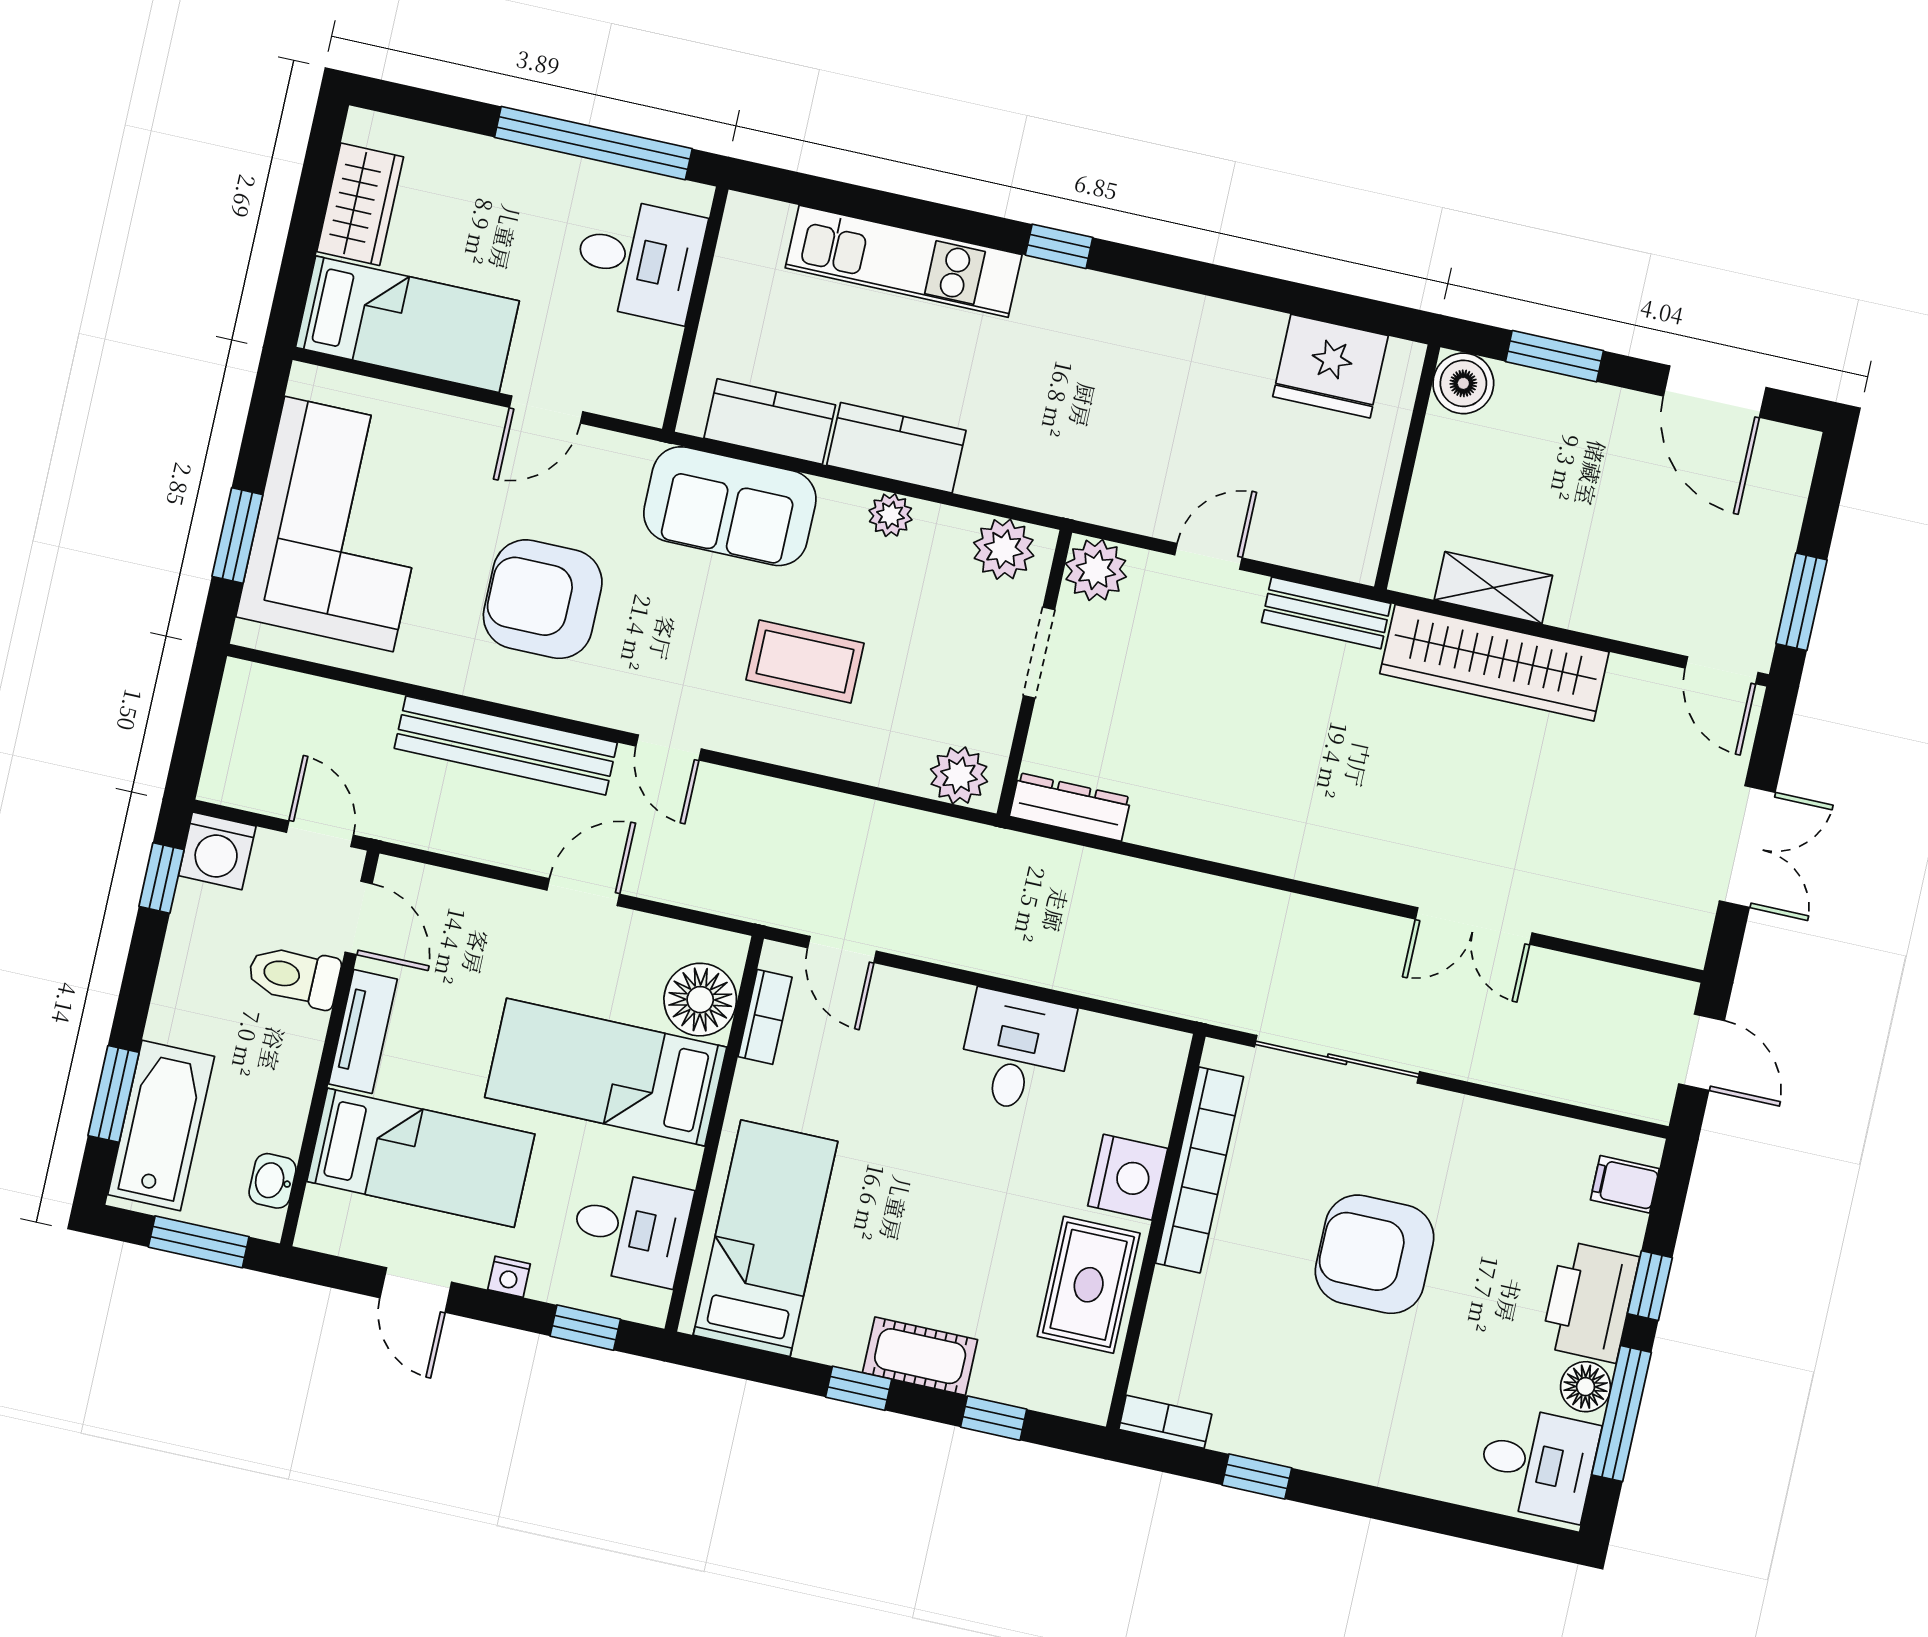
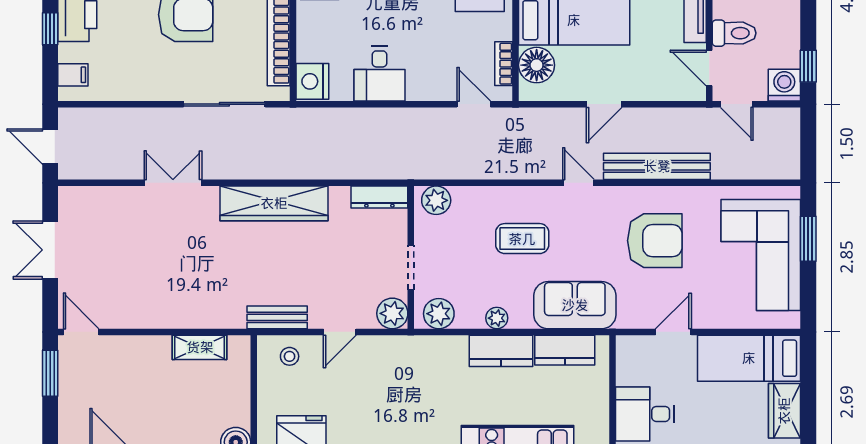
stool: (1319, 530) -> (290, 356), added
wardrobe: (1494, 663) -> (274, 203), moved, turned 180
nightstand: (1128, 1177) -> (312, 81), moved

